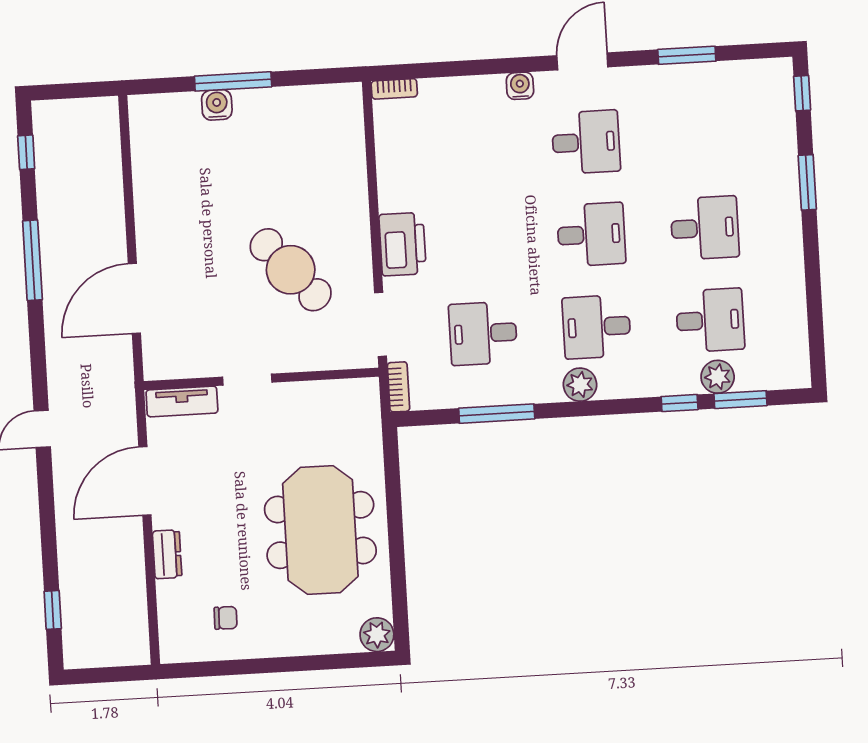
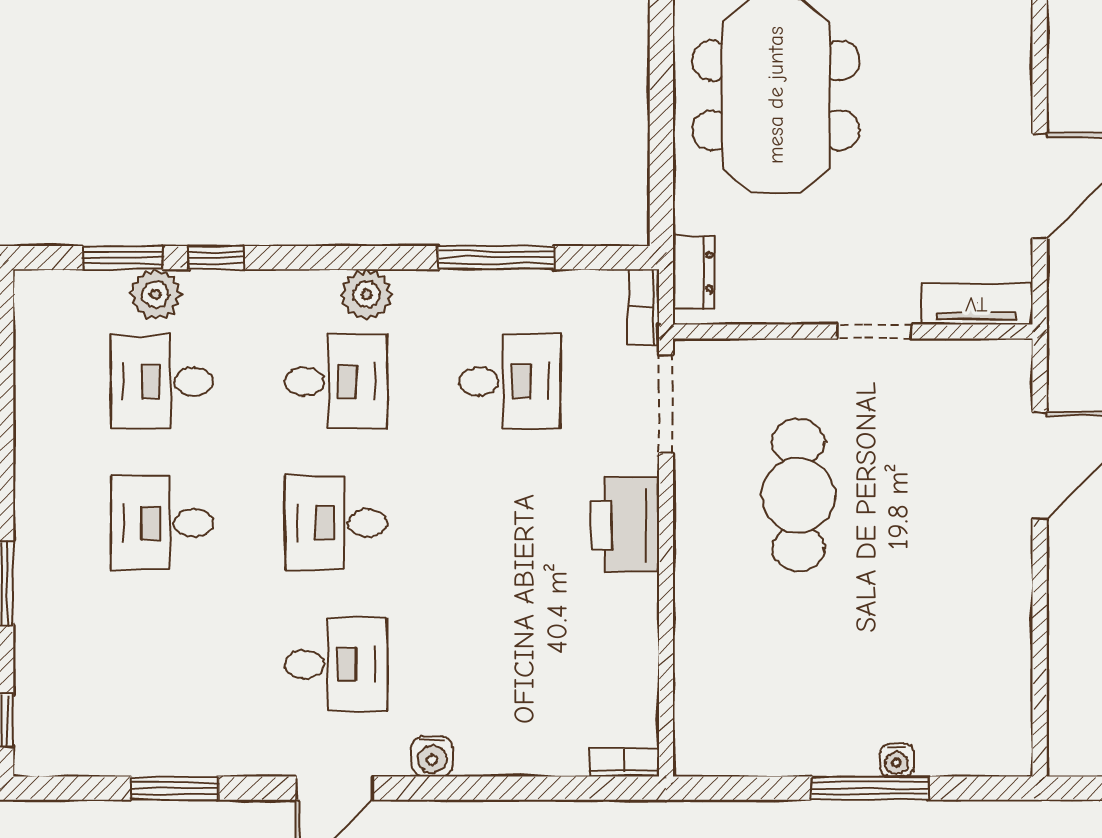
water cooler: (217, 105) -> (897, 760), width x0.72, depth x0.72
desk: (586, 142) -> (336, 664), turned 180
cafe table: (291, 270) -> (798, 495), turned 41
dresser: (167, 554) -> (693, 272), moved, turned 180

